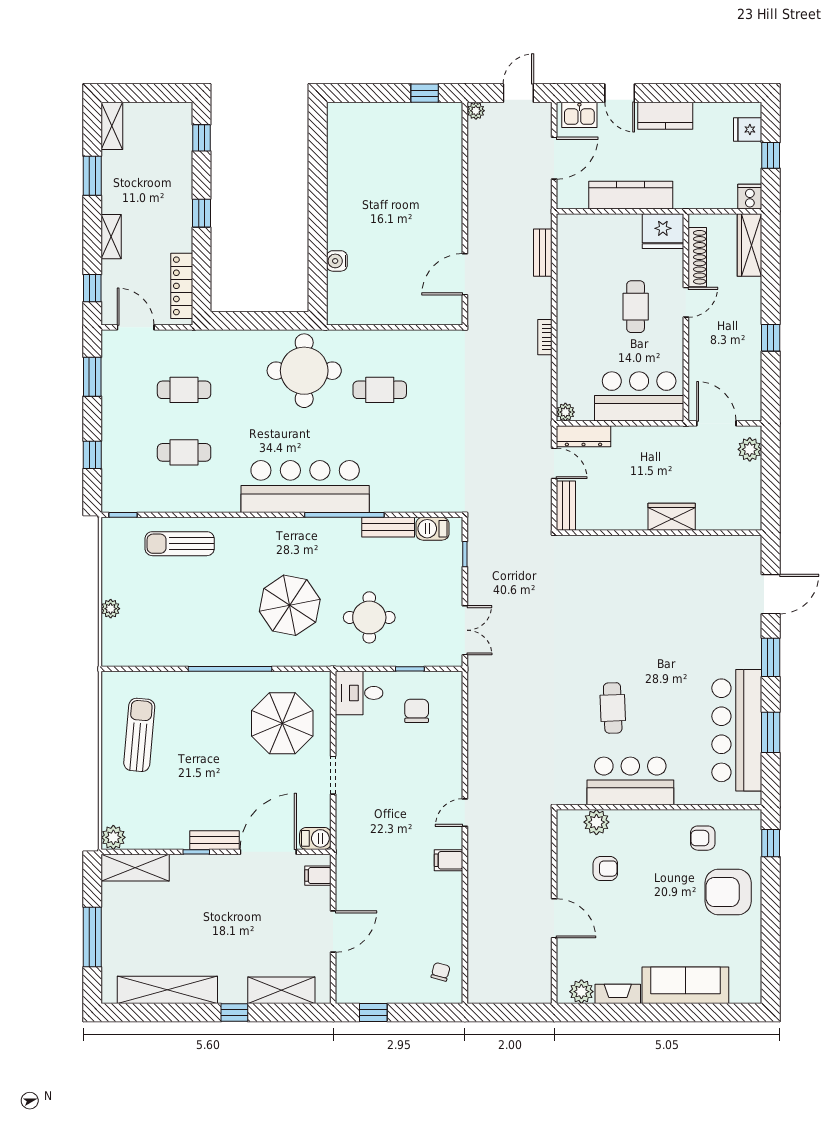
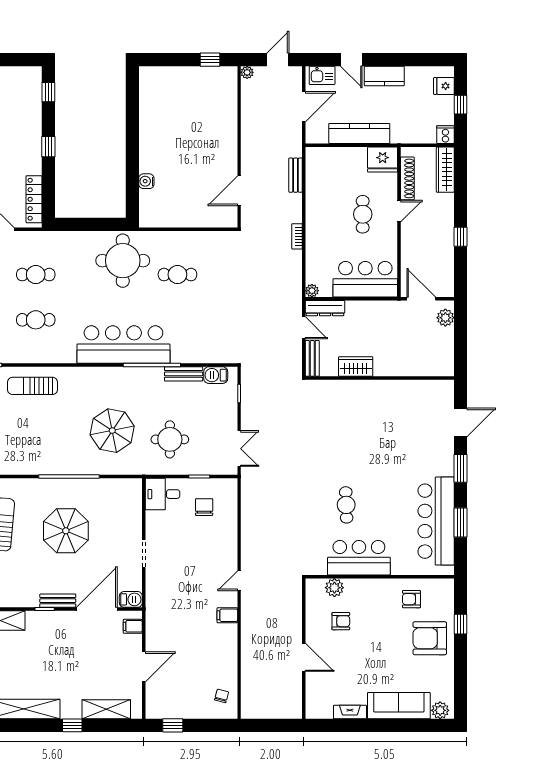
wardrobe: (672, 517) -> (356, 367), moved
parasol: (282, 723) -> (66, 531), moved
window: (771, 843) -> (461, 624), moved
plant: (581, 992) -> (440, 710), moved

